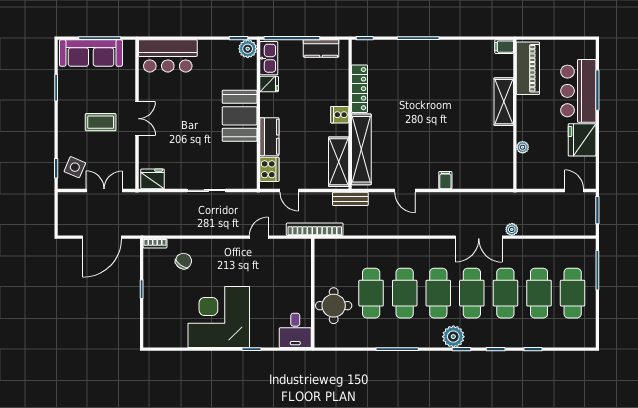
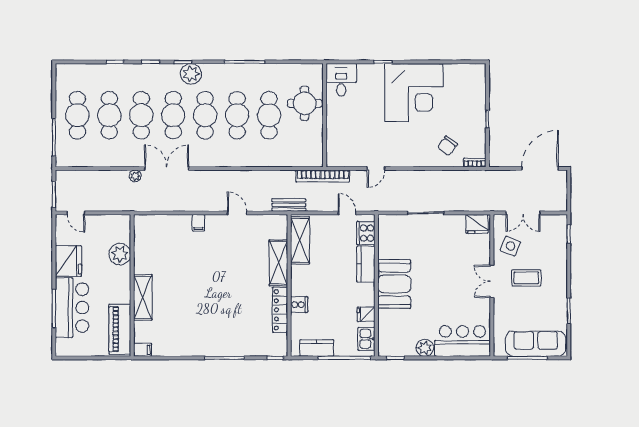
plant: (248, 49) -> (425, 348), moved
kitchen sink: (269, 58) -> (366, 339), width x0.73
cooker: (340, 115) -> (299, 305), moved
plant: (523, 147) -> (120, 254), width x1.87, depth x1.87
shelving: (361, 149) -> (278, 263), width x0.68
side table: (75, 167) -> (510, 246), moved
door: (102, 237) -> (540, 168), moved

